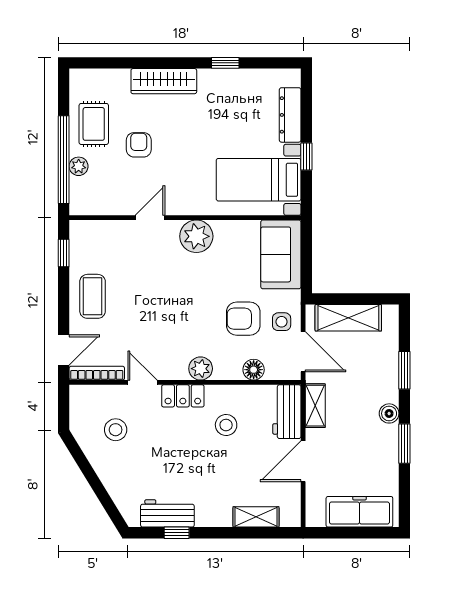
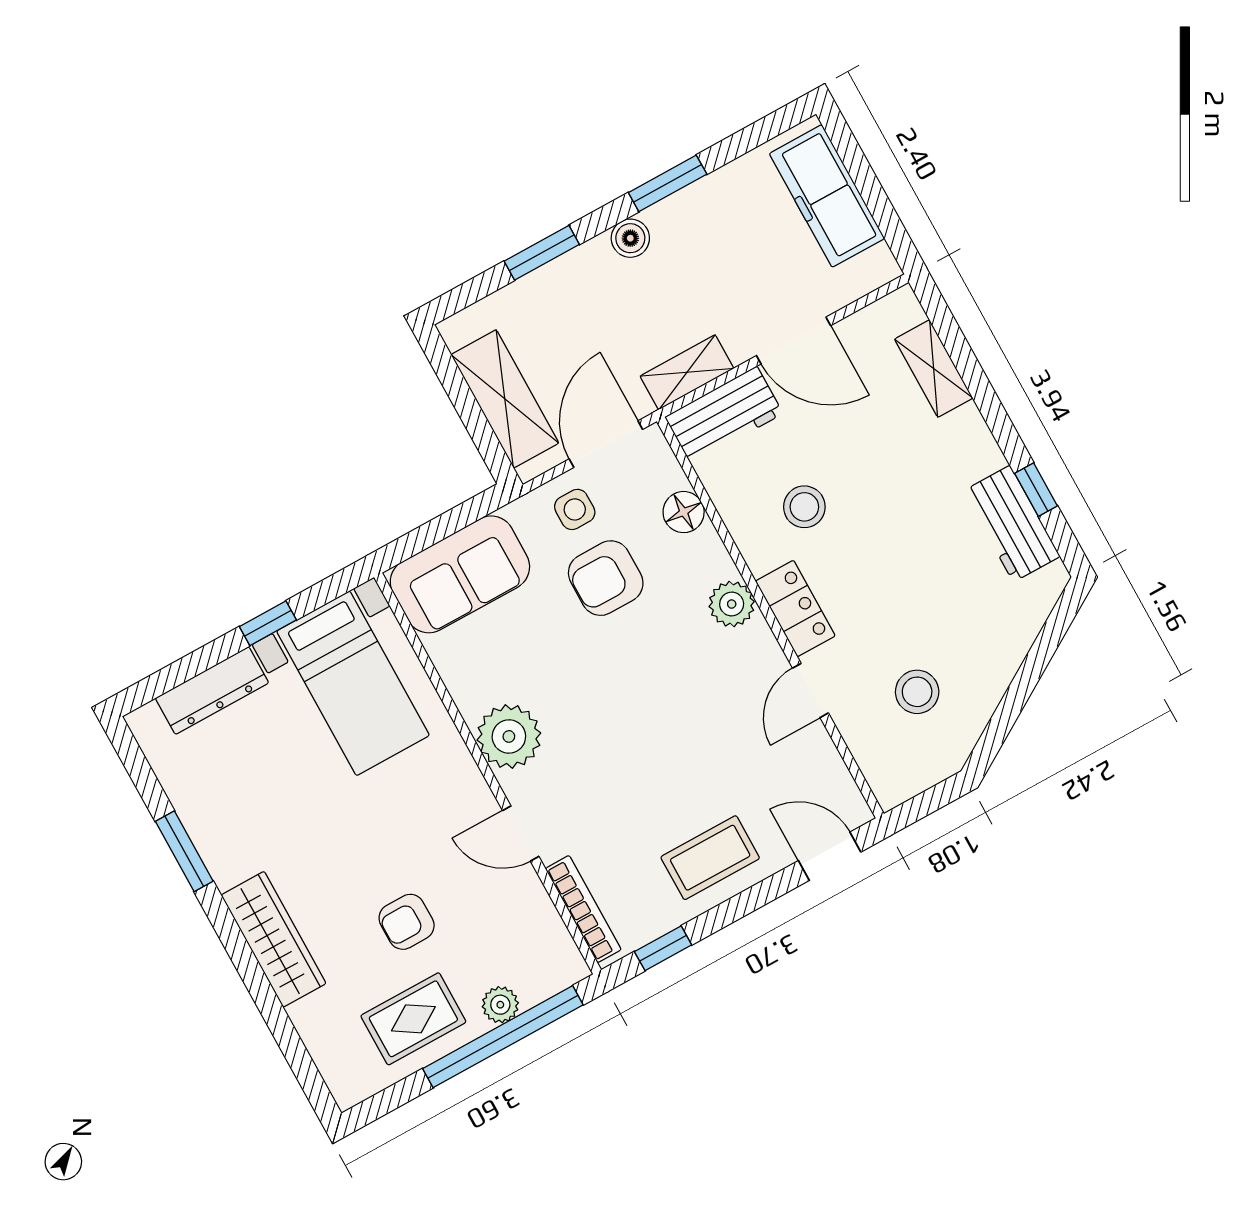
window: (225, 63) -> (184, 851), width x1.50
armchair: (243, 319) -> (606, 578), turned 90
bookcase: (97, 373) -> (583, 909), moved, turned 180

